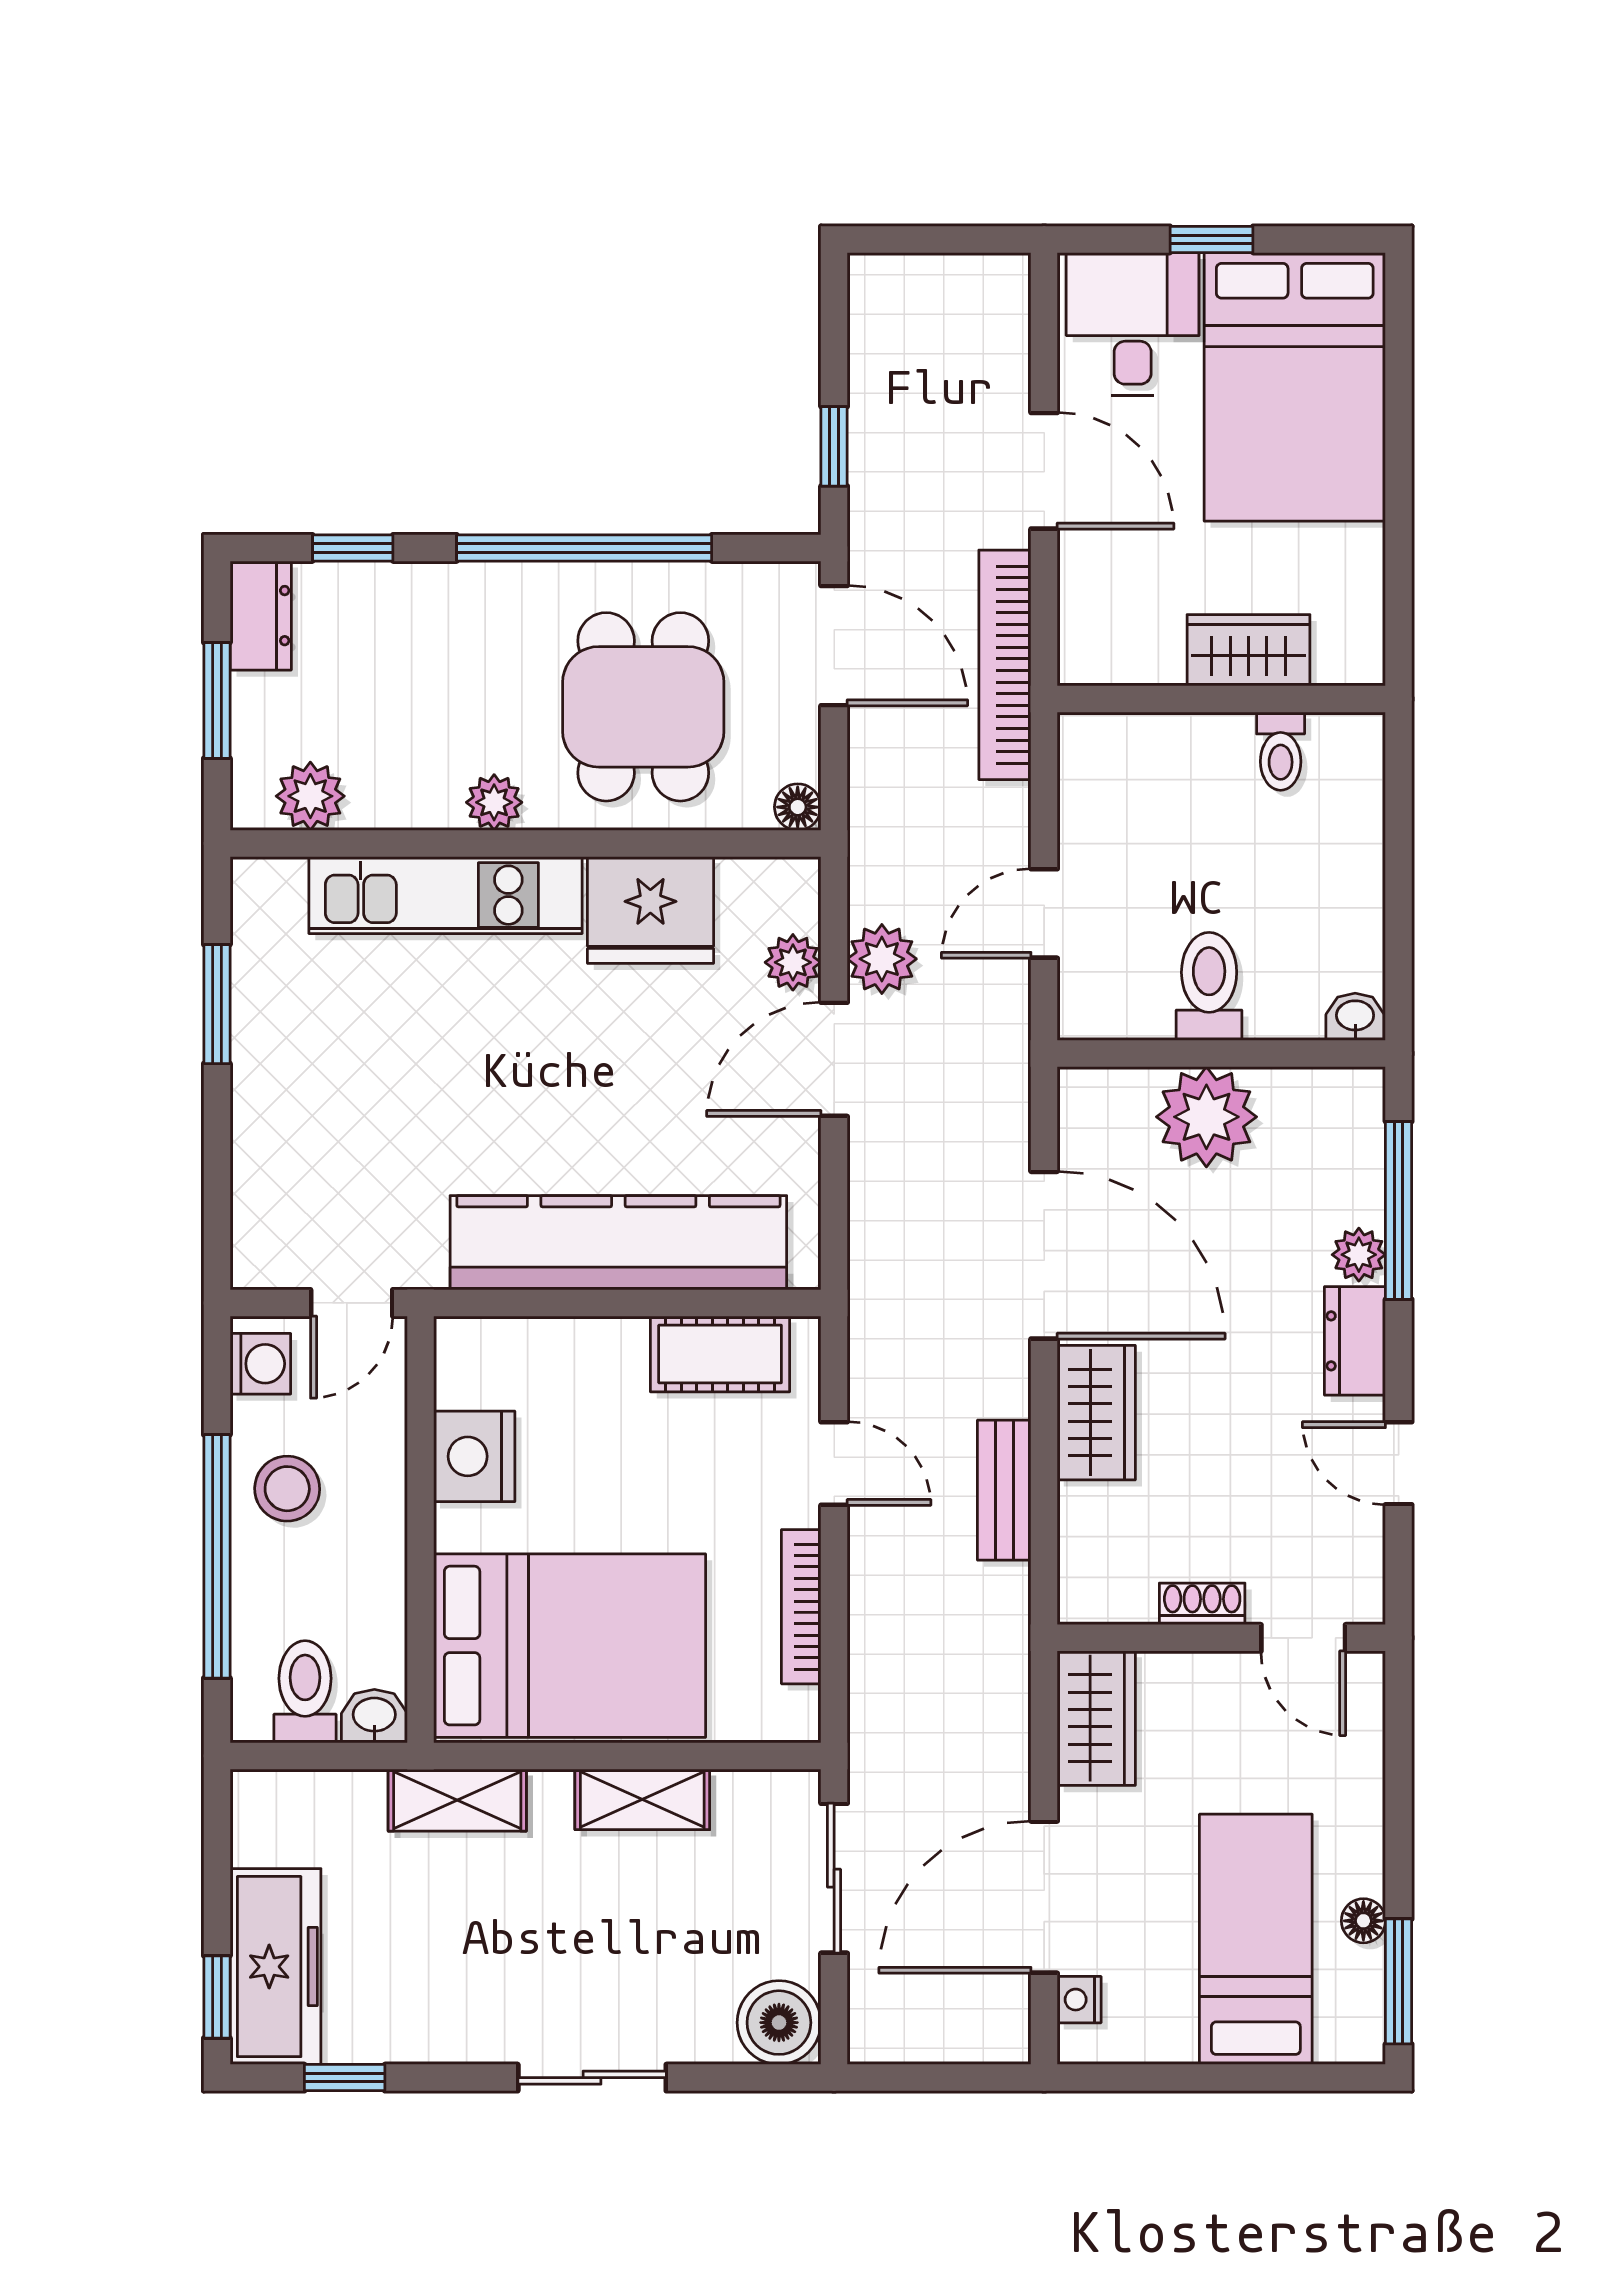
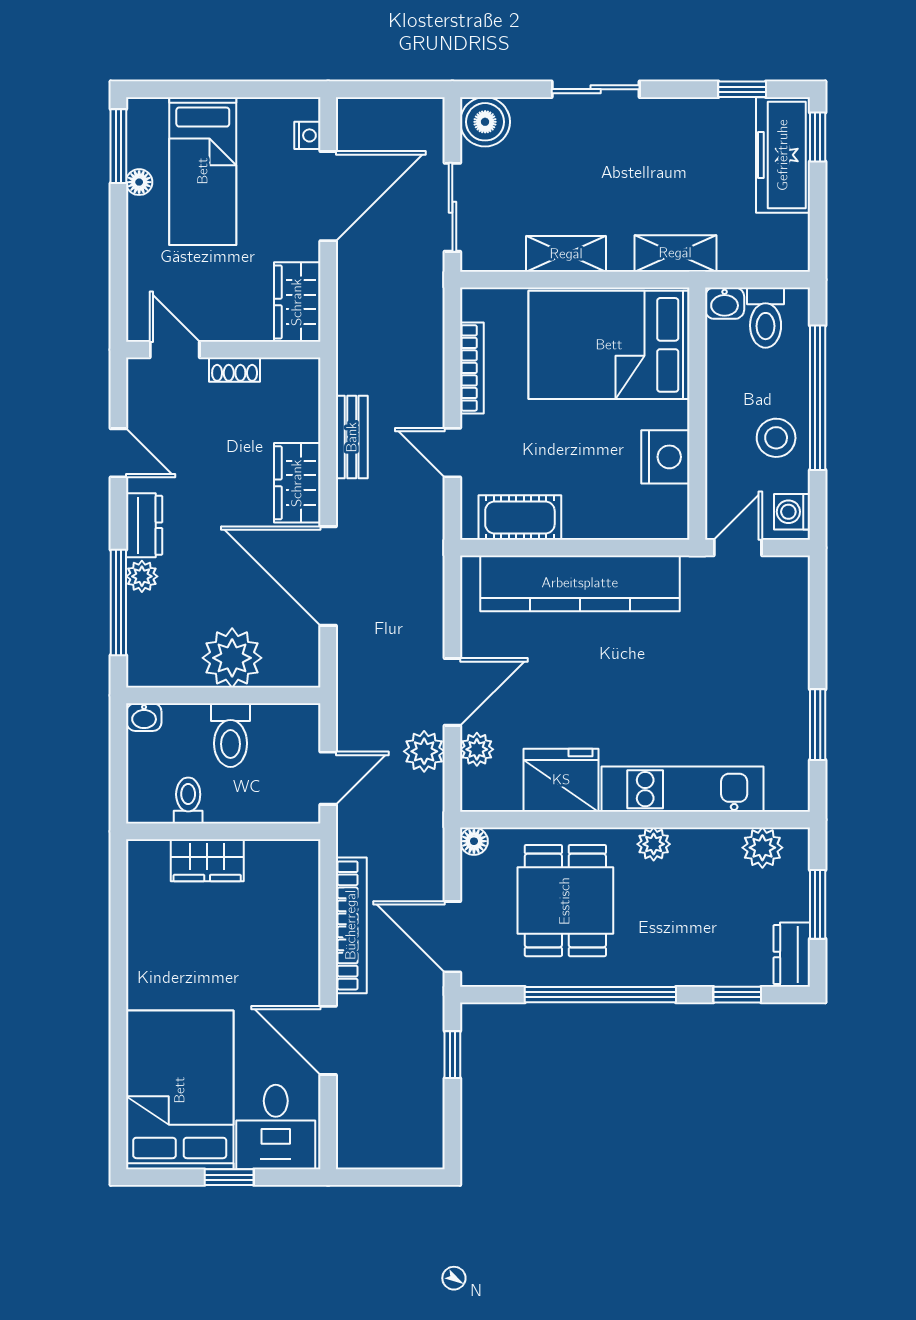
wardrobe: (1248, 650) -> (207, 860), moved
wall: (1221, 699) -> (223, 831), moved
toilet: (1281, 751) -> (188, 800), moved

